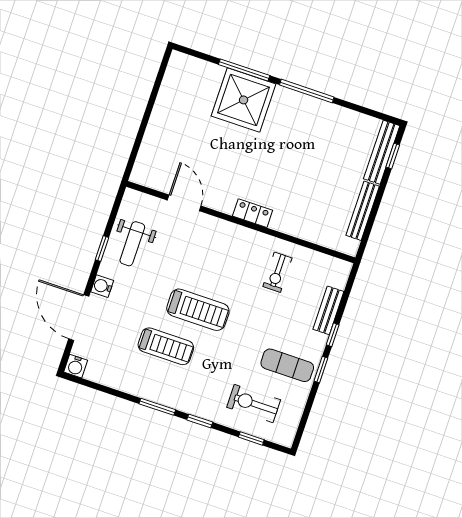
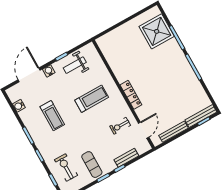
shower: (244, 100) -> (157, 31), moved
door: (184, 203) -> (144, 130), moved
locker: (253, 213) -> (131, 95), width x1.53
treadmill: (198, 310) -> (92, 99), moved, turned -90
water cooler: (76, 366) -> (19, 106), moved

